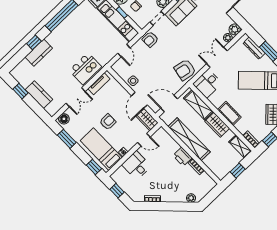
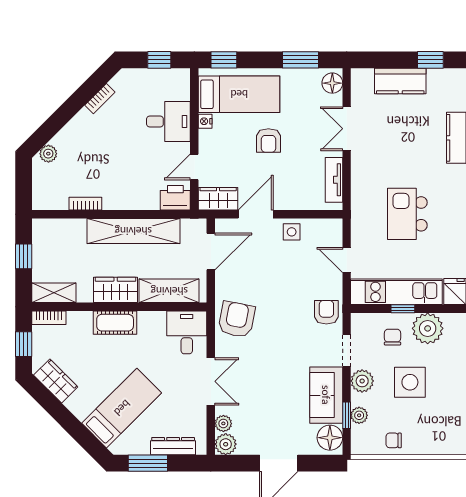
kitchen island: (85, 69) -> (407, 214), moved
door: (139, 100) -> (256, 214), hinge flipped
printer: (182, 157) -> (175, 198), moved

